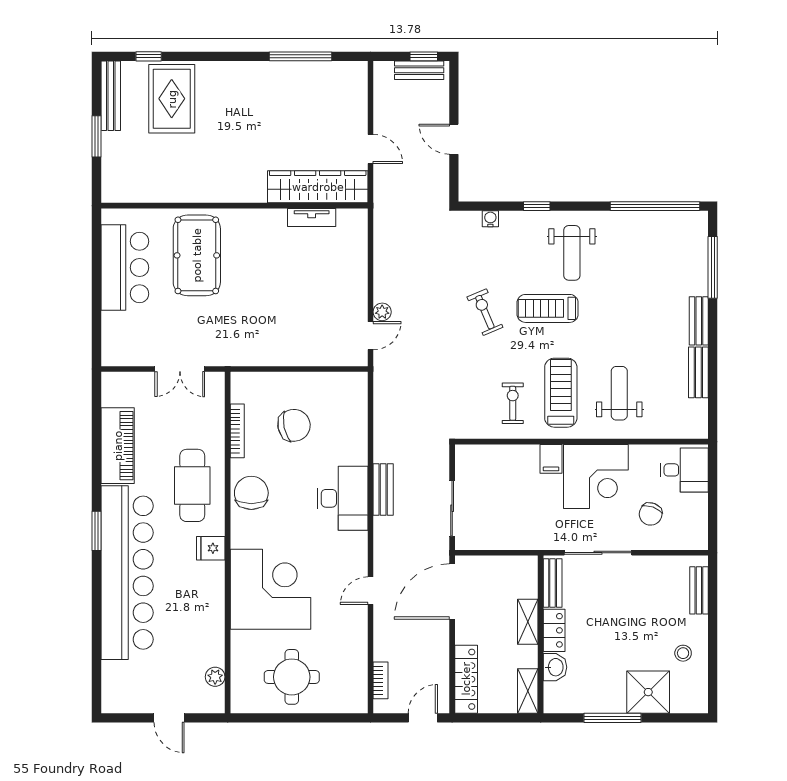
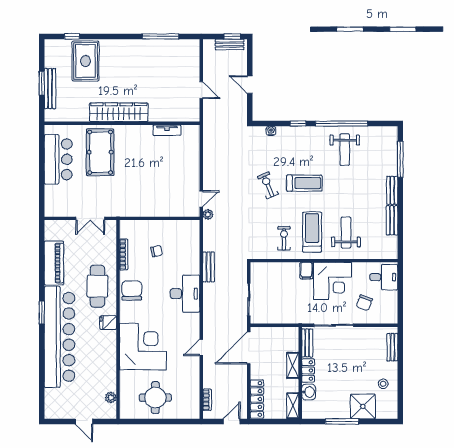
bench: (111, 96) -> (50, 89), moved
wardrobe: (318, 187) -> (119, 112), moved
window: (655, 206) -> (342, 124), moved
weight bench: (572, 253) -> (345, 150), moved
treadmill: (548, 308) -> (304, 183), turned 180
plant: (382, 312) -> (208, 214), moved
chair: (294, 425) -> (157, 251), width x0.54, depth x0.54
bench: (383, 490) -> (209, 267), moved

